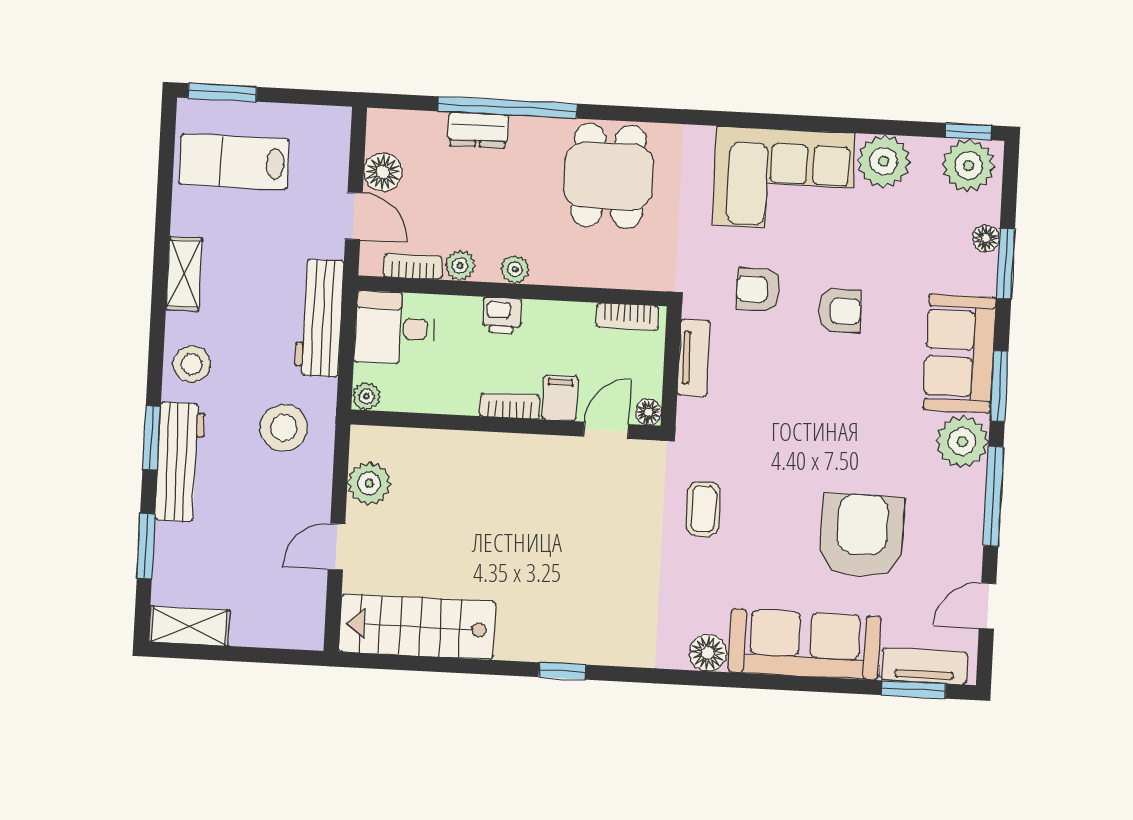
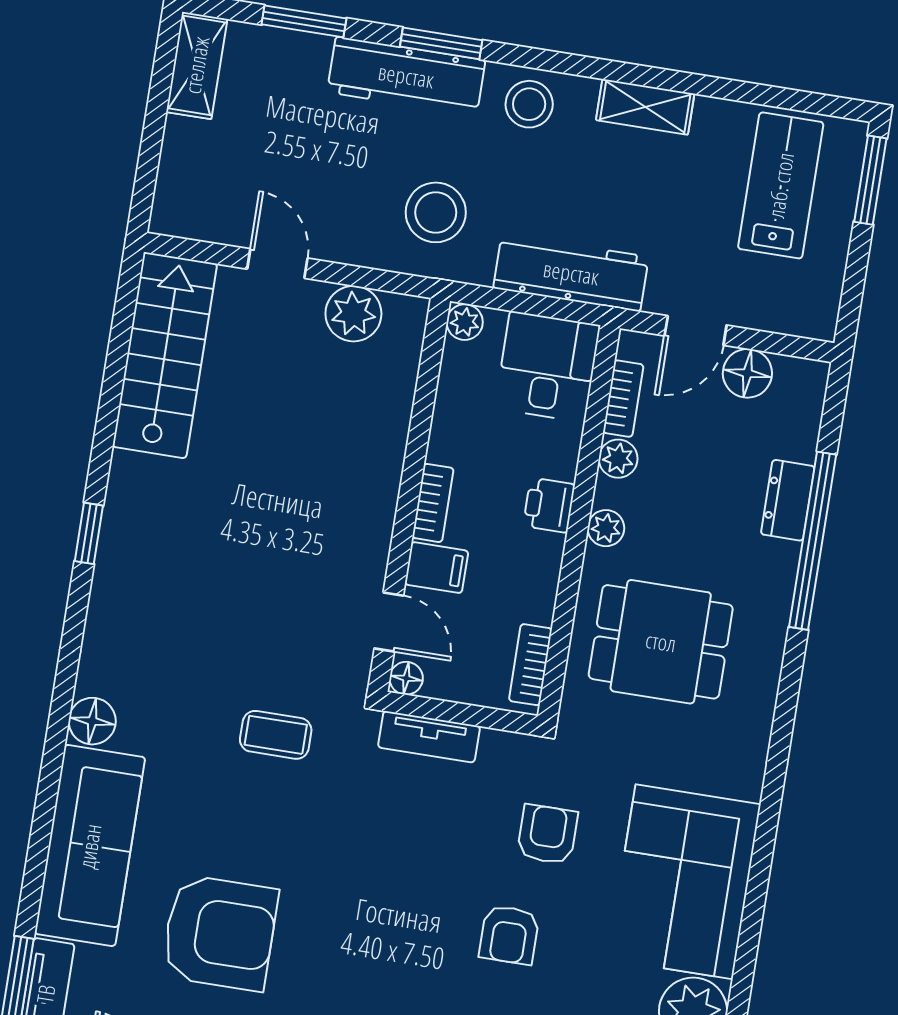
dining table: (609, 176) -> (661, 642), moved
tv unit: (694, 358) -> (429, 737), moved

